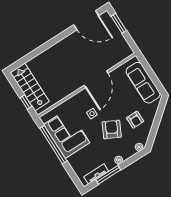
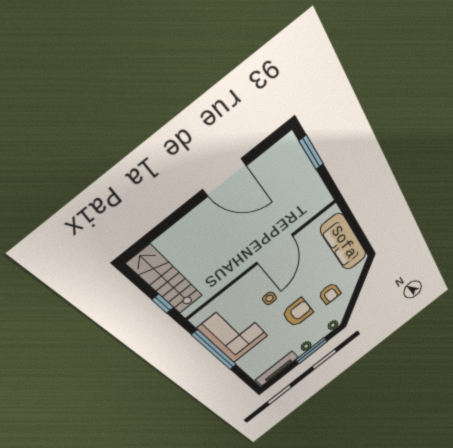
door: (86, 20) -> (224, 178), moved
armchair: (112, 129) -> (298, 313), turned 63
tv unit: (96, 174) -> (277, 369), width x1.41
window: (108, 175) -> (311, 351), moved

